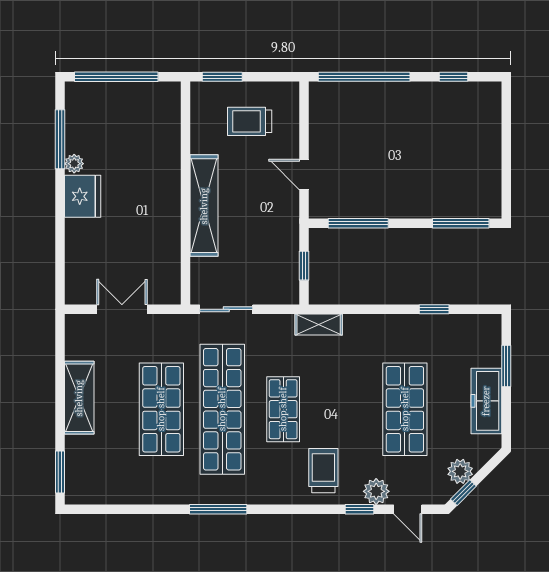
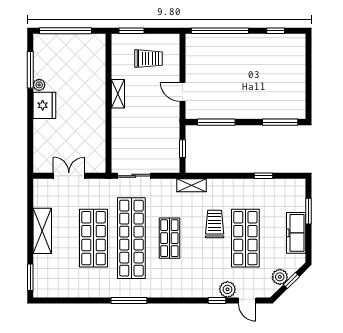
trolley: (250, 121) -> (149, 59), turned 180
shelving: (204, 206) -> (118, 94), width x0.45, depth x0.75
trolley: (323, 471) -> (215, 224), moved
window: (463, 493) -> (291, 281), moved

